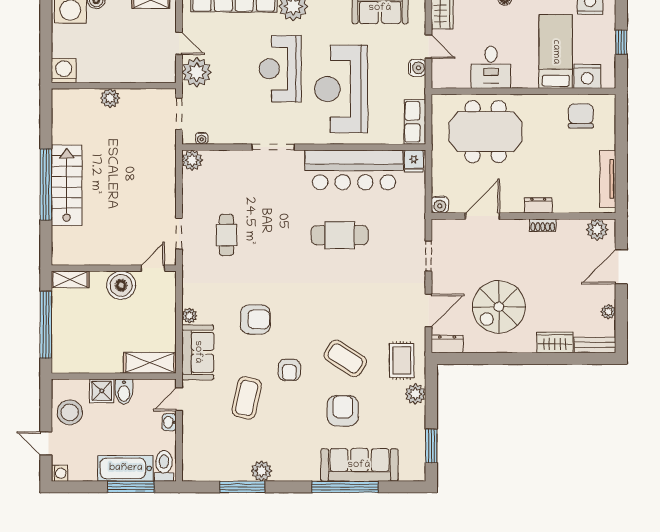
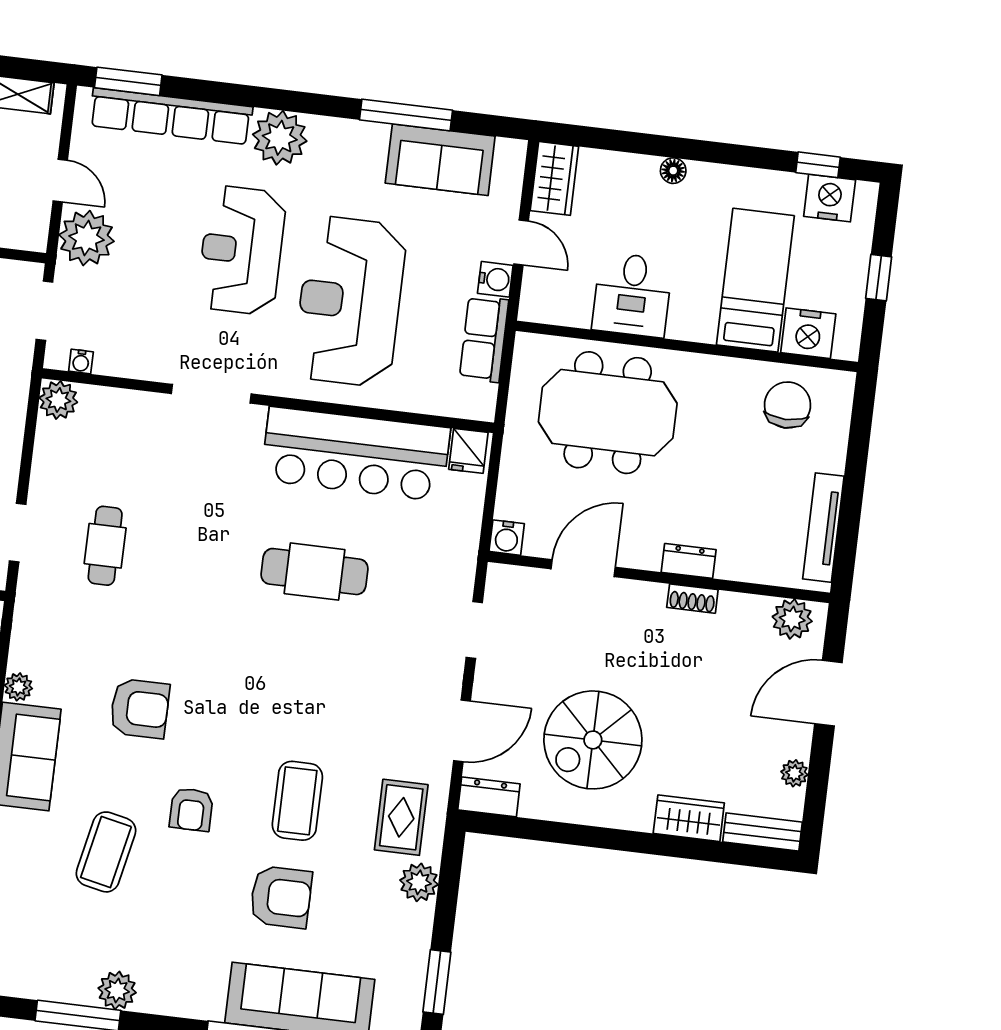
row of seats: (415, 122) -> (484, 339), moved
coffee table: (345, 358) -> (297, 801), turned 57
armchair: (343, 411) -> (281, 897), turned 90

